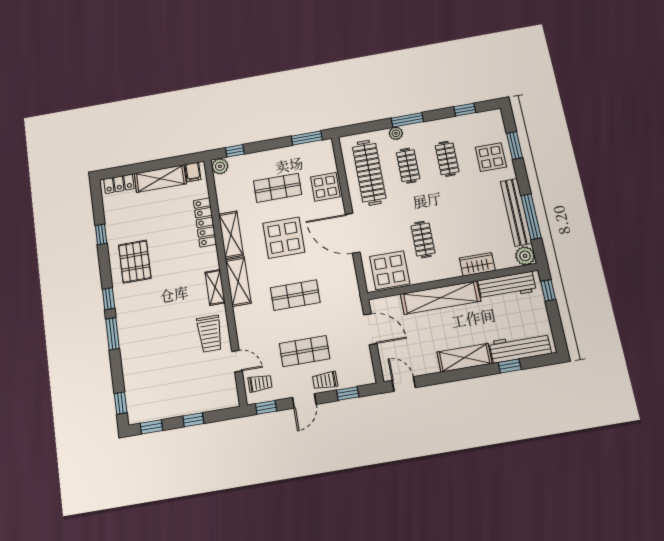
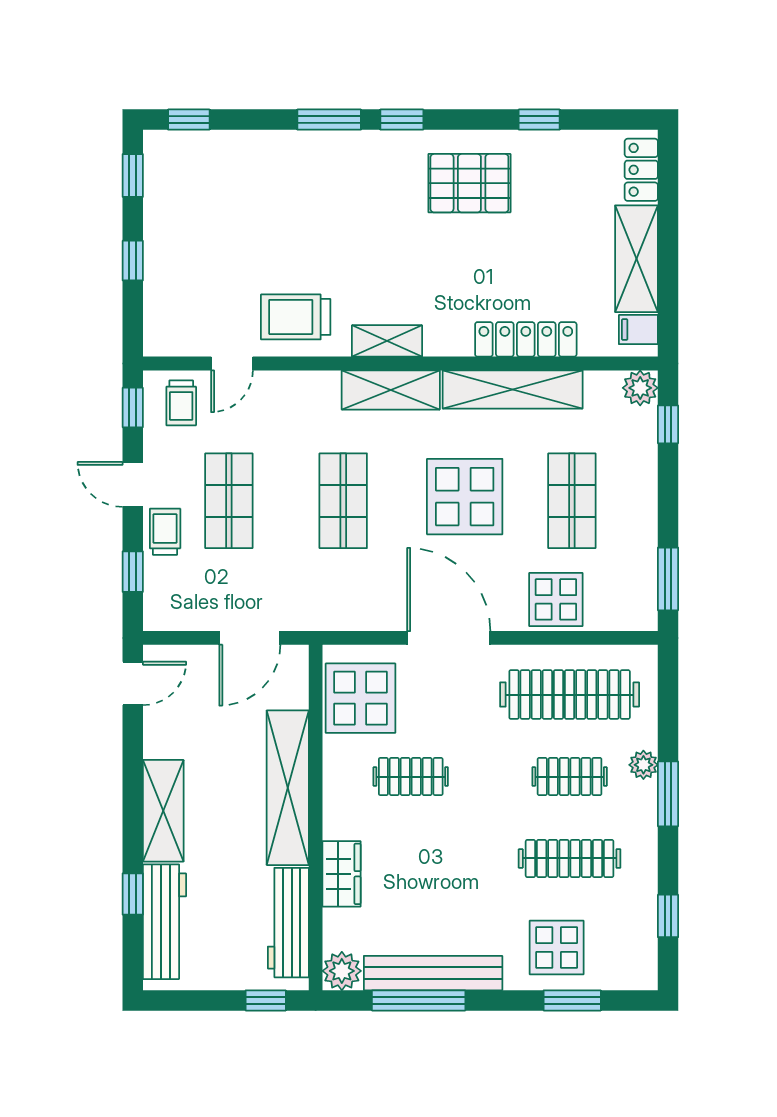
clothes rail: (447, 159) -> (570, 858), width x1.36
door: (353, 233) -> (449, 638), hinge flipped
shelving: (231, 235) -> (513, 389), width x1.47

